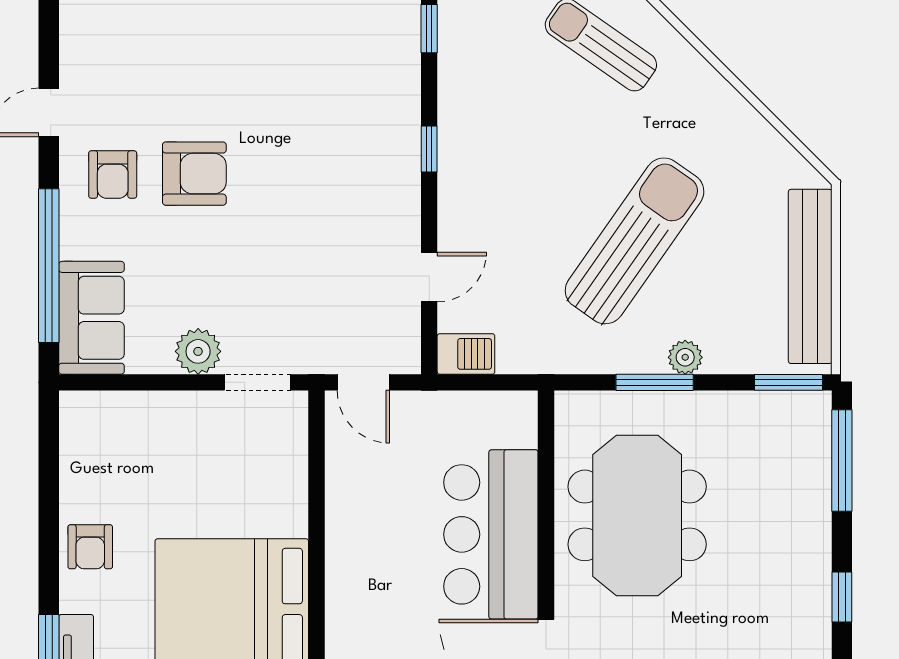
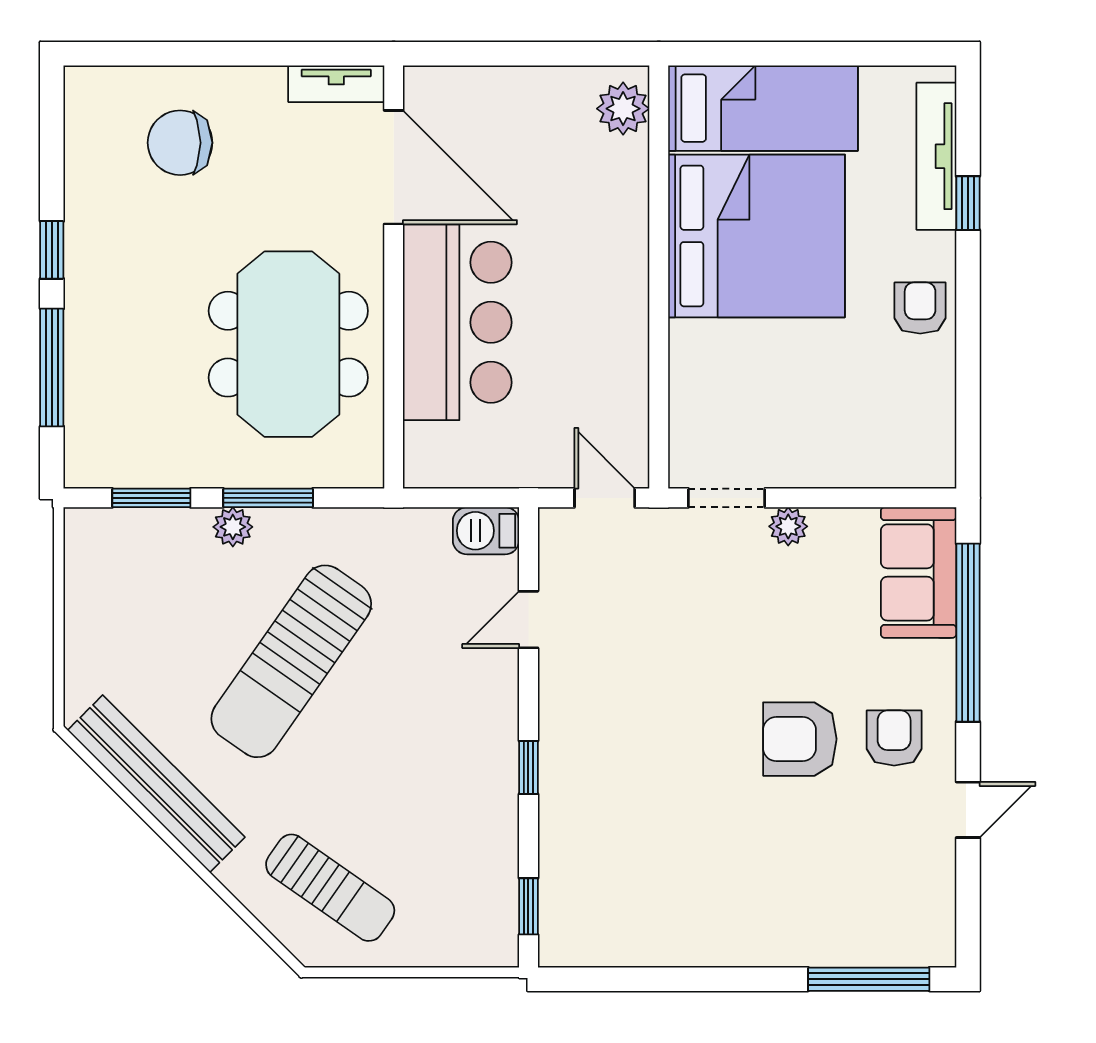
bench: (810, 276) -> (156, 784), moved, turned -45
plant: (198, 351) -> (788, 526), width x0.73, depth x0.73
window: (789, 382) -> (151, 498), moved
window: (842, 460) -> (52, 367), moved

